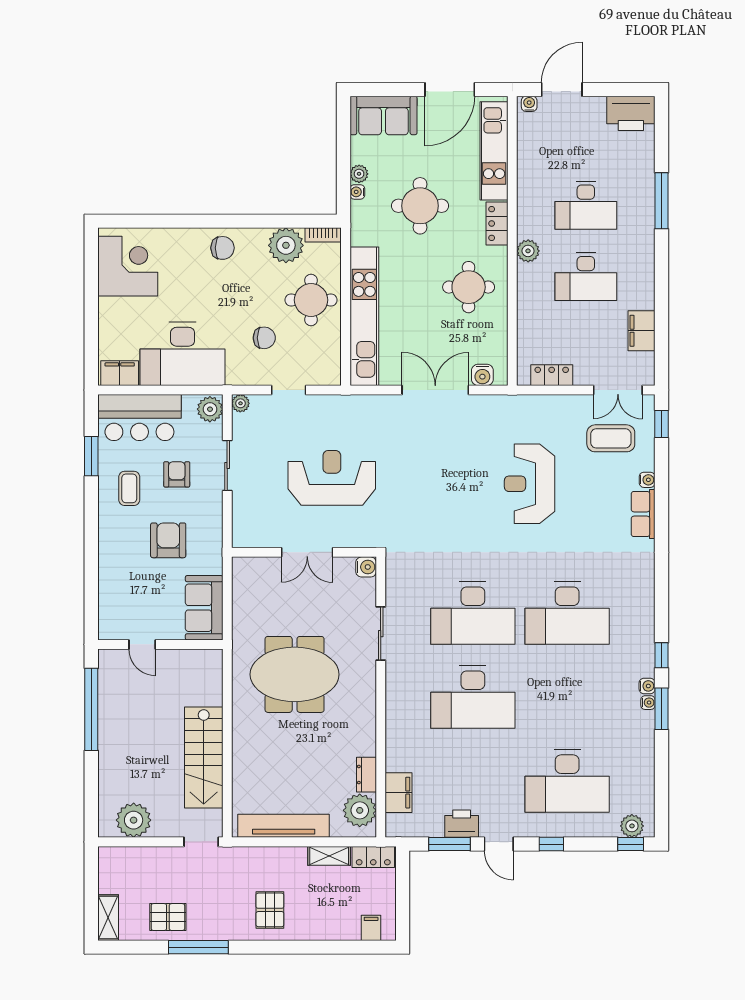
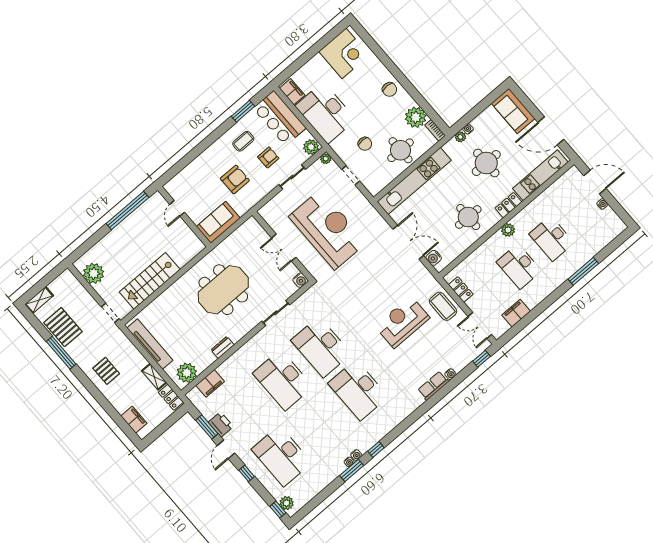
water cooler: (529, 104) -> (602, 204), moved
printer: (631, 113) -> (611, 223), removed
plant: (359, 174) -> (460, 137), moved
coffee table: (611, 438) -> (443, 306), moved
reception desk: (332, 478) -> (328, 230), width x1.36, depth x1.30
meeting table: (295, 674) -> (223, 290), turned 90
dresser: (366, 775) -> (223, 347), moved
pallet: (270, 910) -> (106, 371), turned 90
pallet: (168, 917) -> (63, 327), width x1.50, depth x1.42
filing cabinet: (371, 928) -> (134, 420), width x2.00

